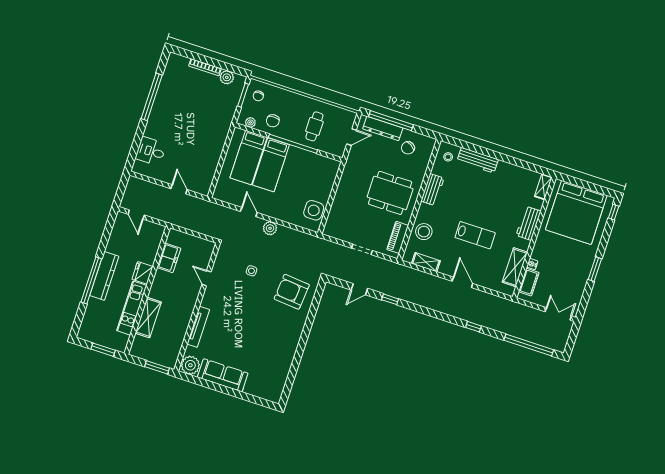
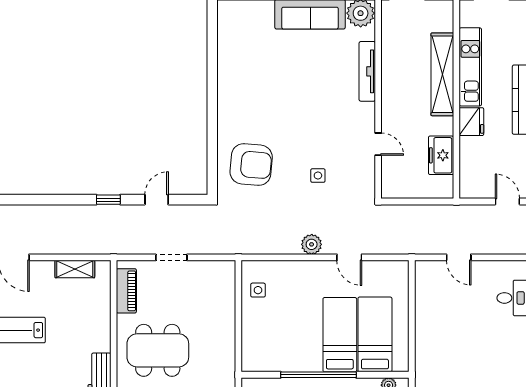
side table: (314, 210) -> (258, 290), width x0.54, depth x0.54
stool: (424, 232) -> (92, 311), removed
shelving: (148, 318) -> (442, 74), width x1.47

